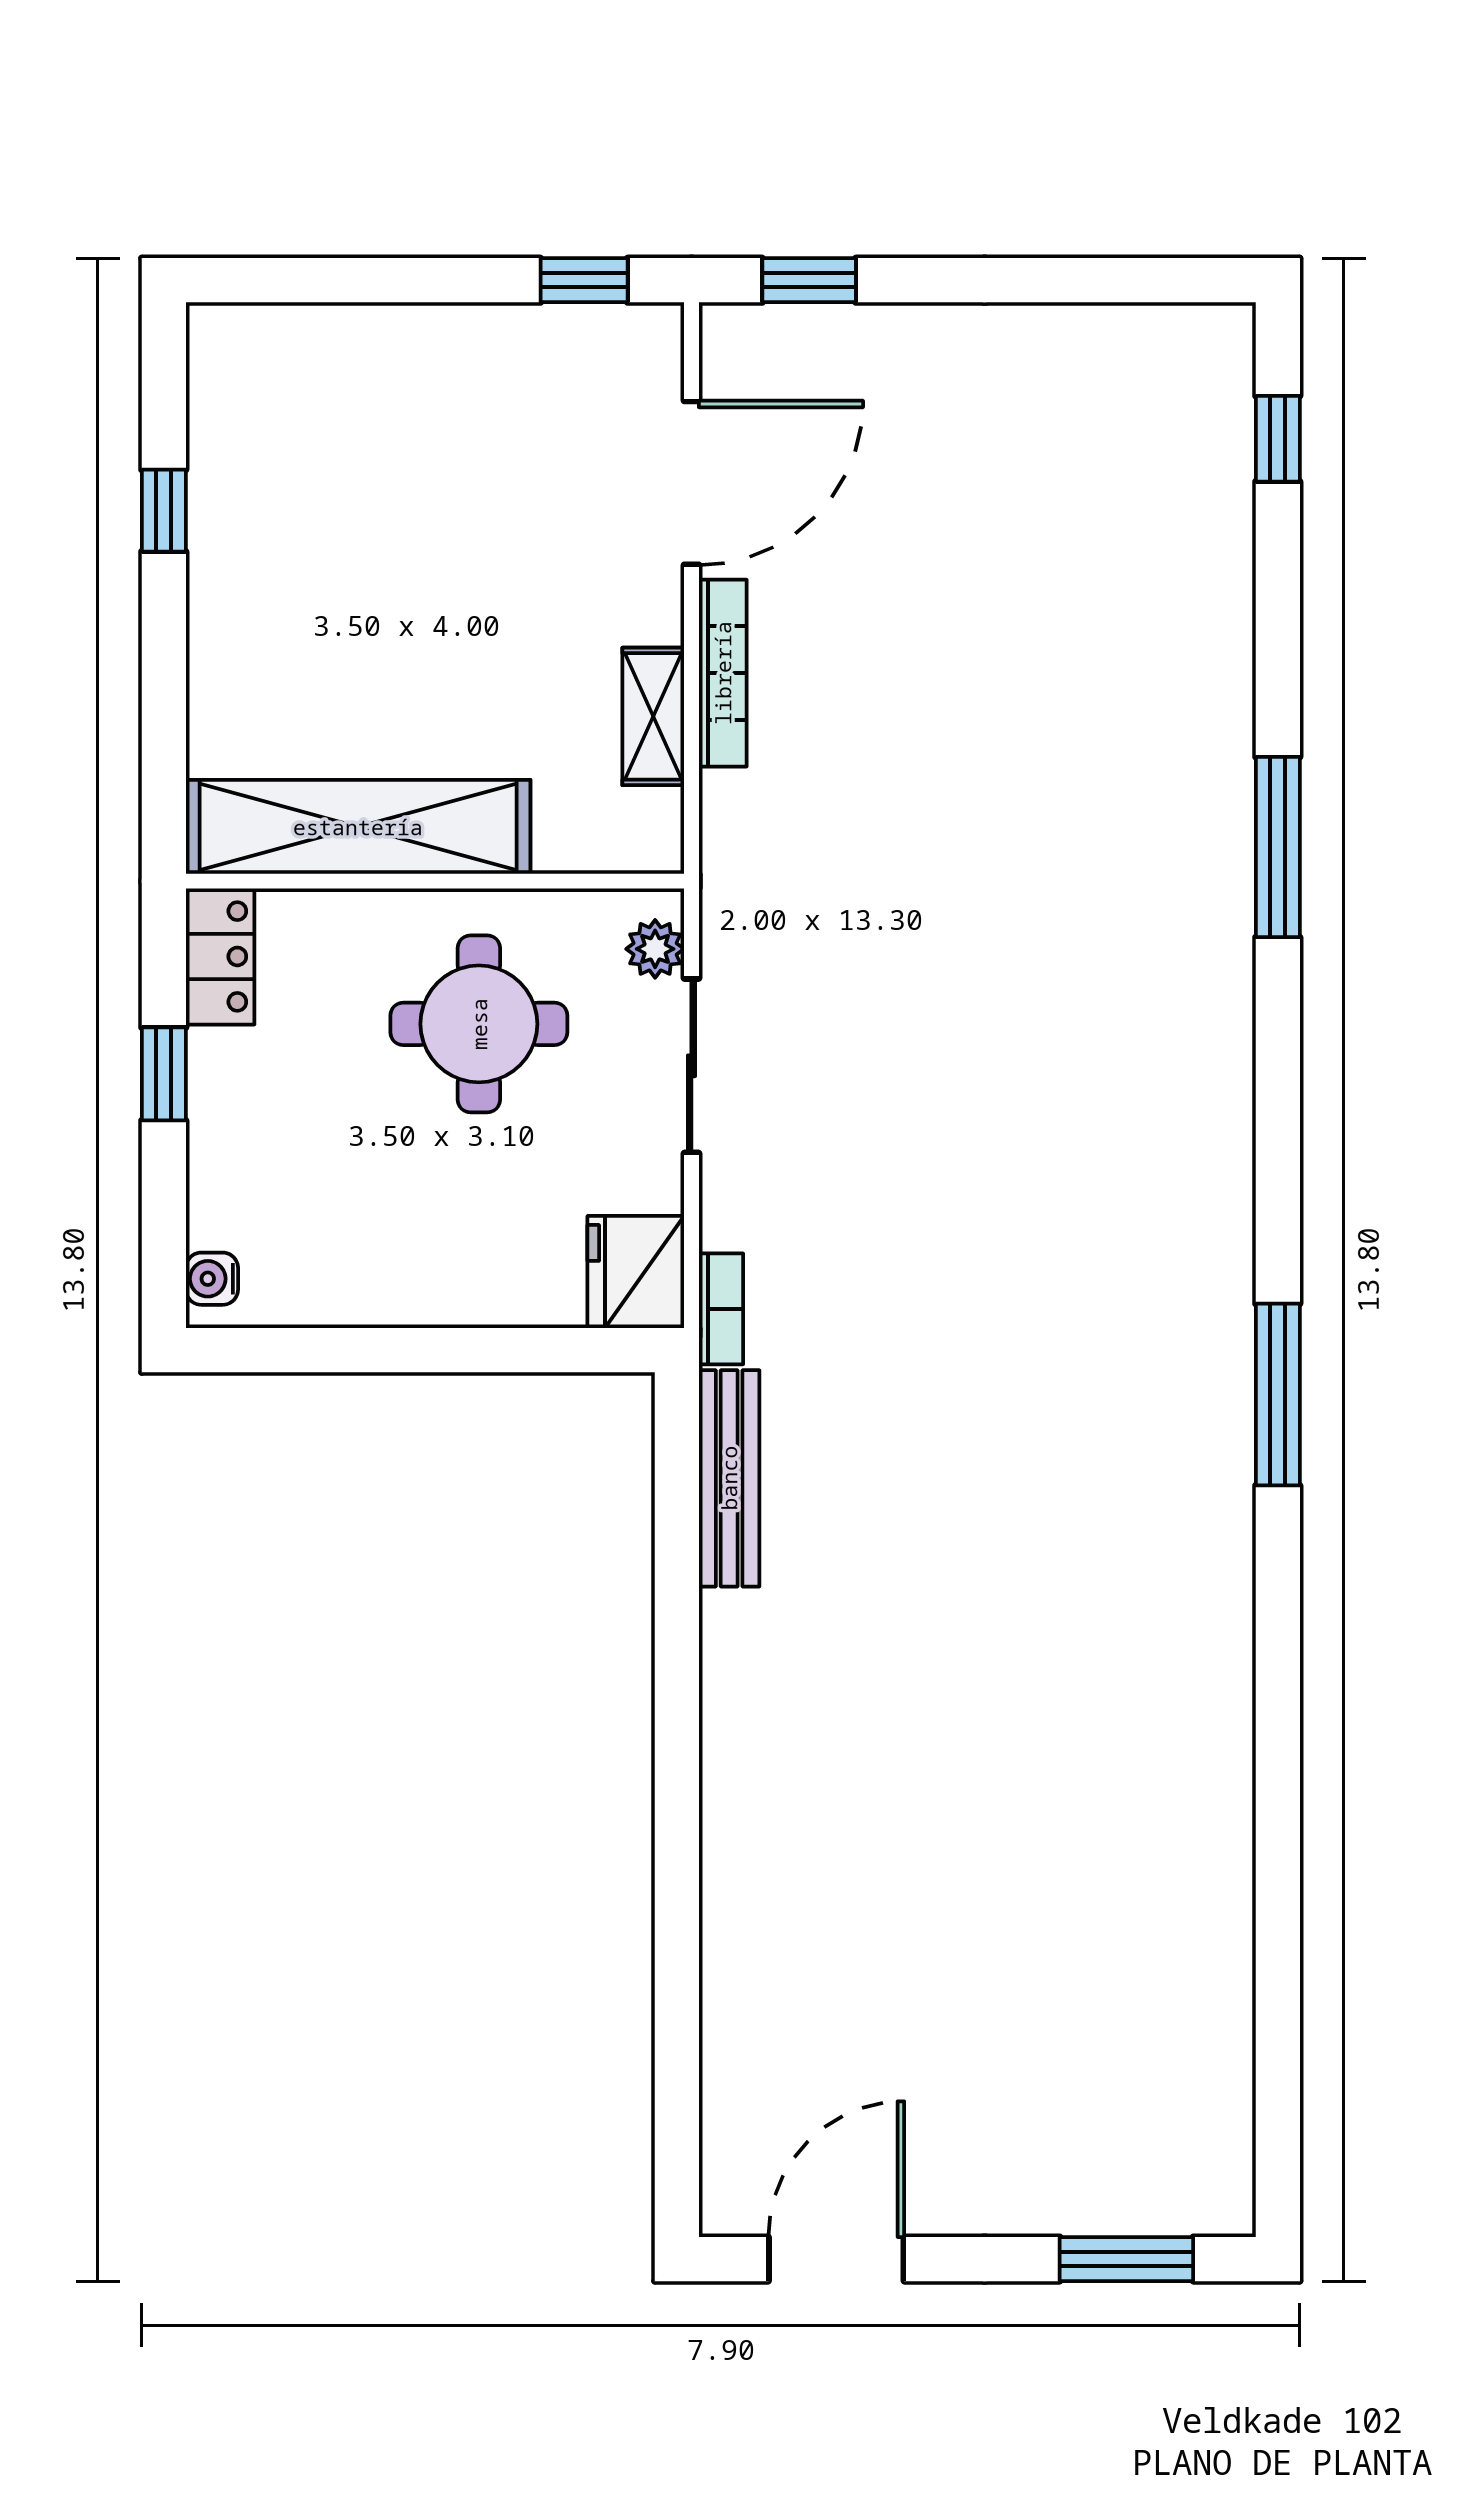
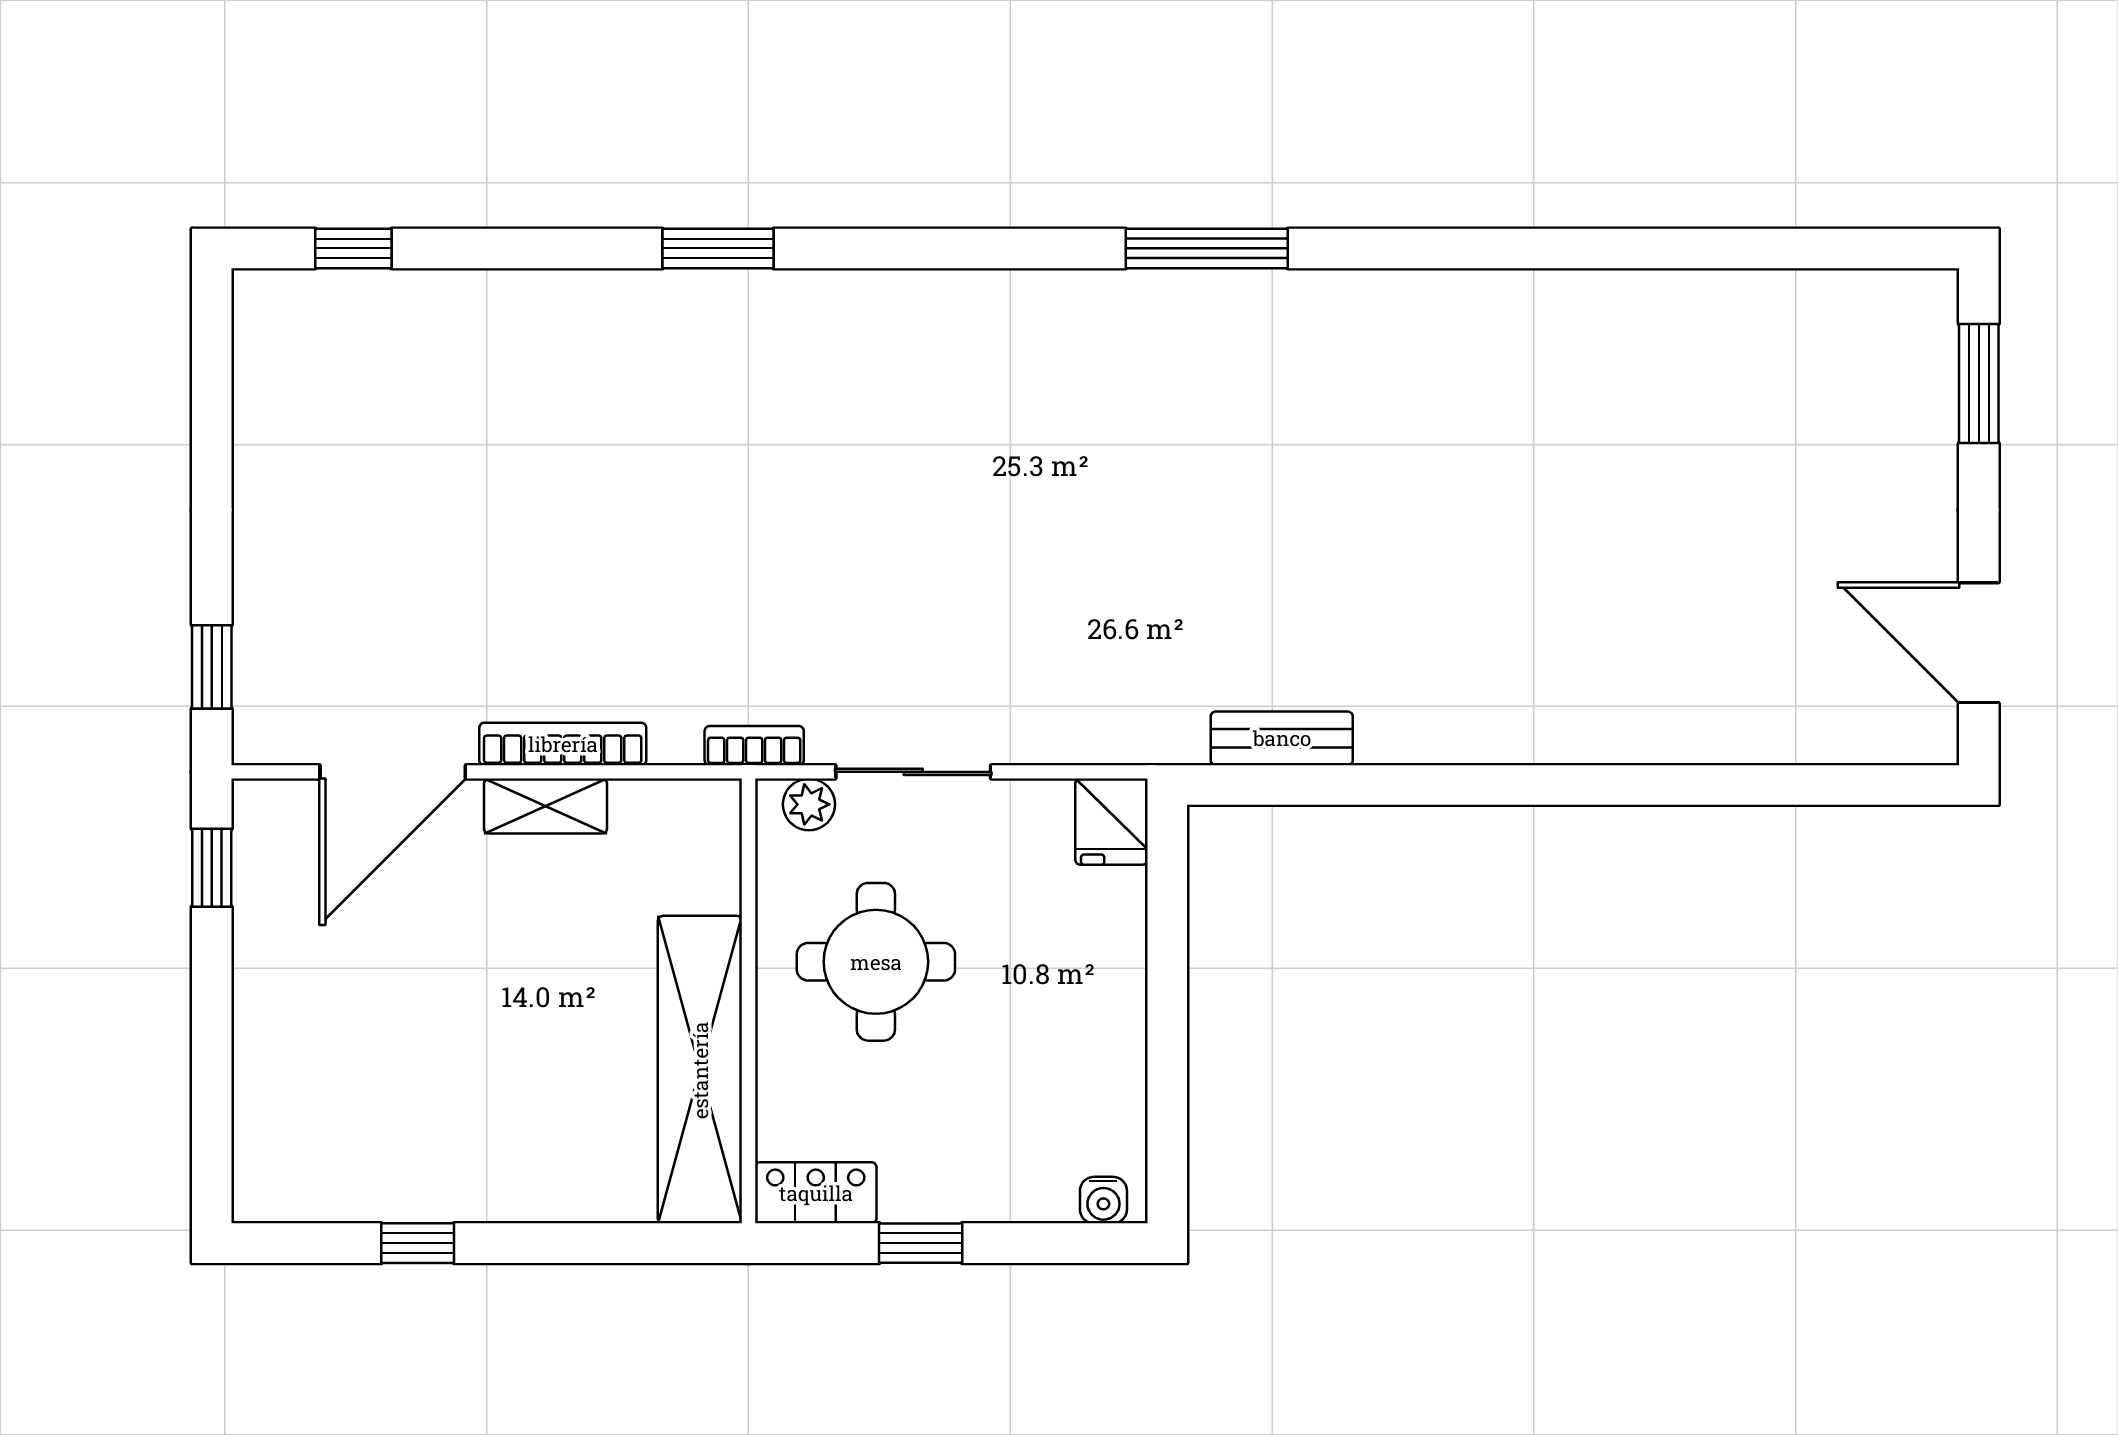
door: (691, 483) -> (393, 772), swing flipped
shelving: (653, 716) -> (546, 806), moved
window: (1278, 847) -> (718, 248), width x0.69
fridge: (636, 1272) -> (1111, 822), width x0.72
bookcase: (721, 1309) -> (754, 746), moved
bench: (729, 1478) -> (1282, 738), width x0.73

